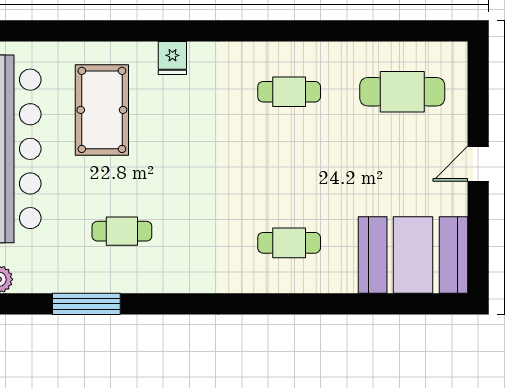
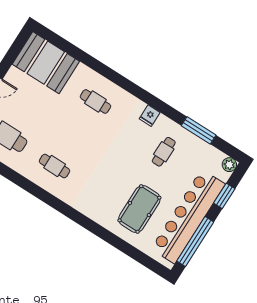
fridge: (172, 58) -> (150, 116), moved, turned 180
cafe table: (122, 231) -> (164, 152), turned 90

